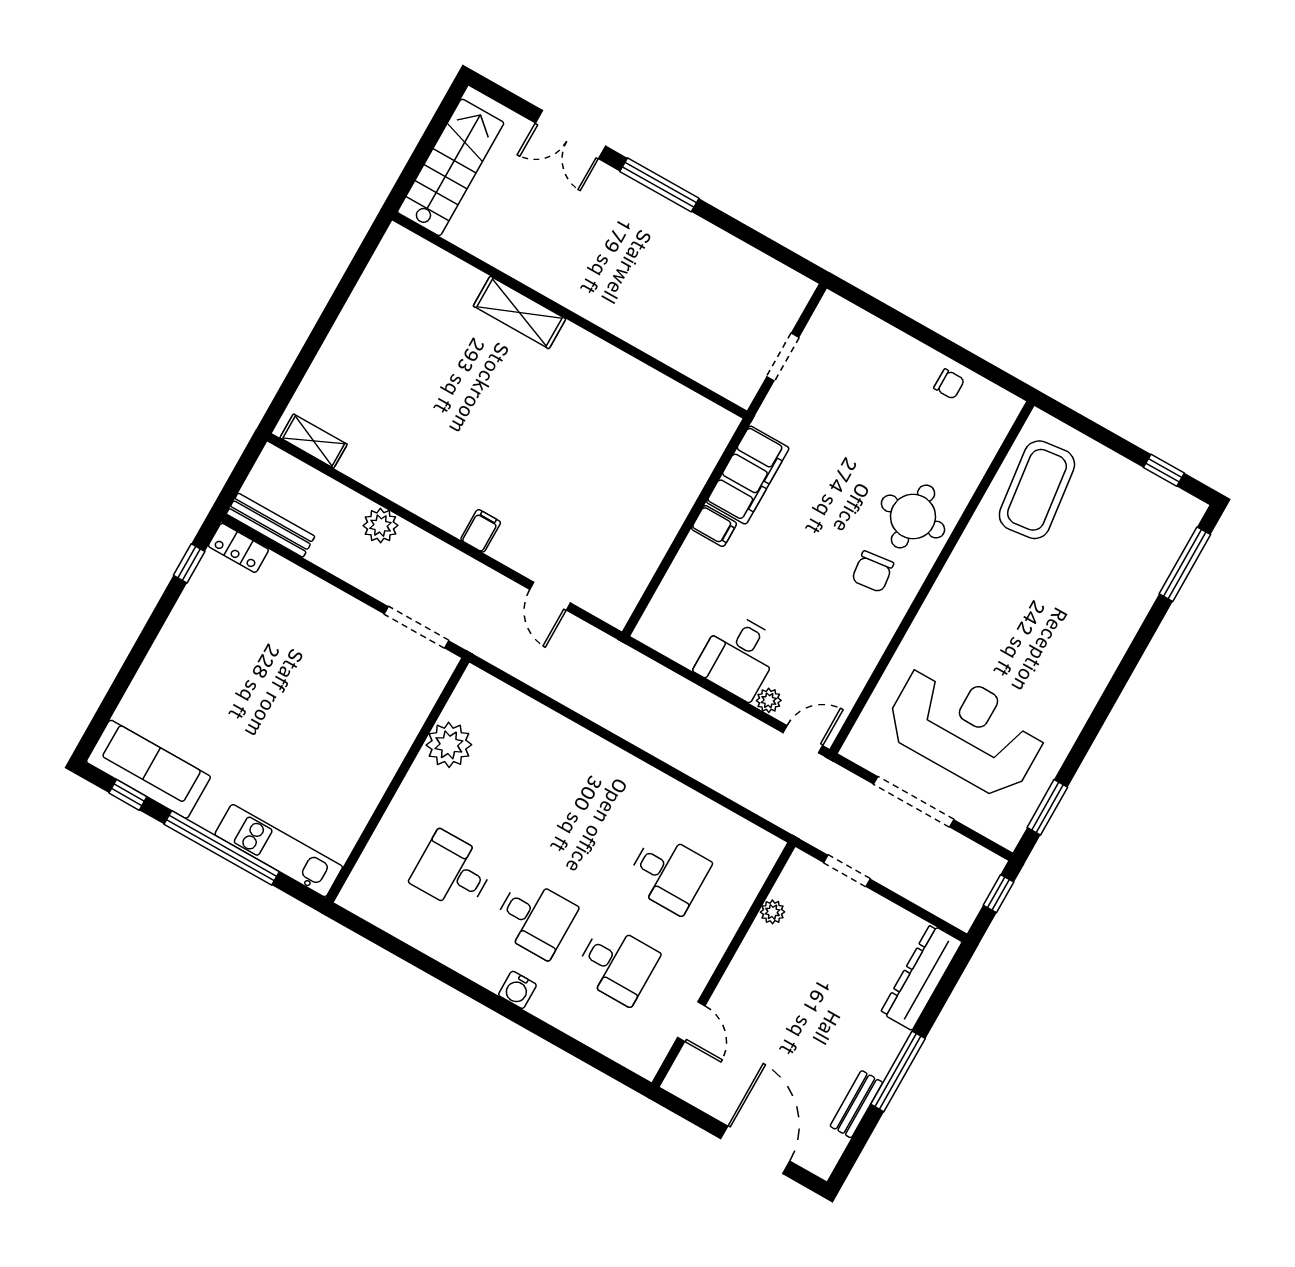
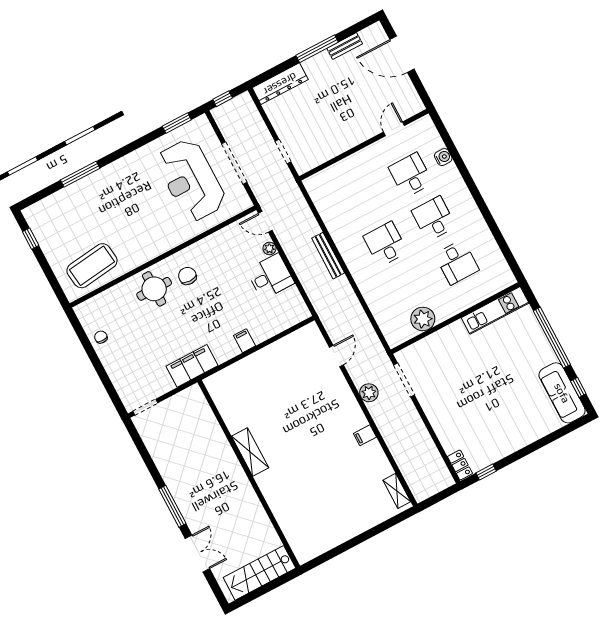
shelving: (519, 312) -> (250, 452), moved
doorway: (783, 357) -> (145, 407), moved
filing cabinet: (748, 475) -> (192, 366), moved
bench: (271, 525) -> (328, 256), moved
plant: (380, 526) -> (369, 393), moved
filing cabinet: (481, 531) -> (365, 435), moved
window: (1185, 564) -> (80, 174), moved
chair: (873, 572) -> (187, 276), turned -83
kitchen unit: (279, 851) -> (495, 310), moved, turned -90
desk: (668, 873) -> (385, 244), moved
plant: (773, 912) -> (327, 154), removed
water cooler: (517, 990) -> (443, 157), moved
door: (755, 1150) -> (402, 54), hinge flipped

